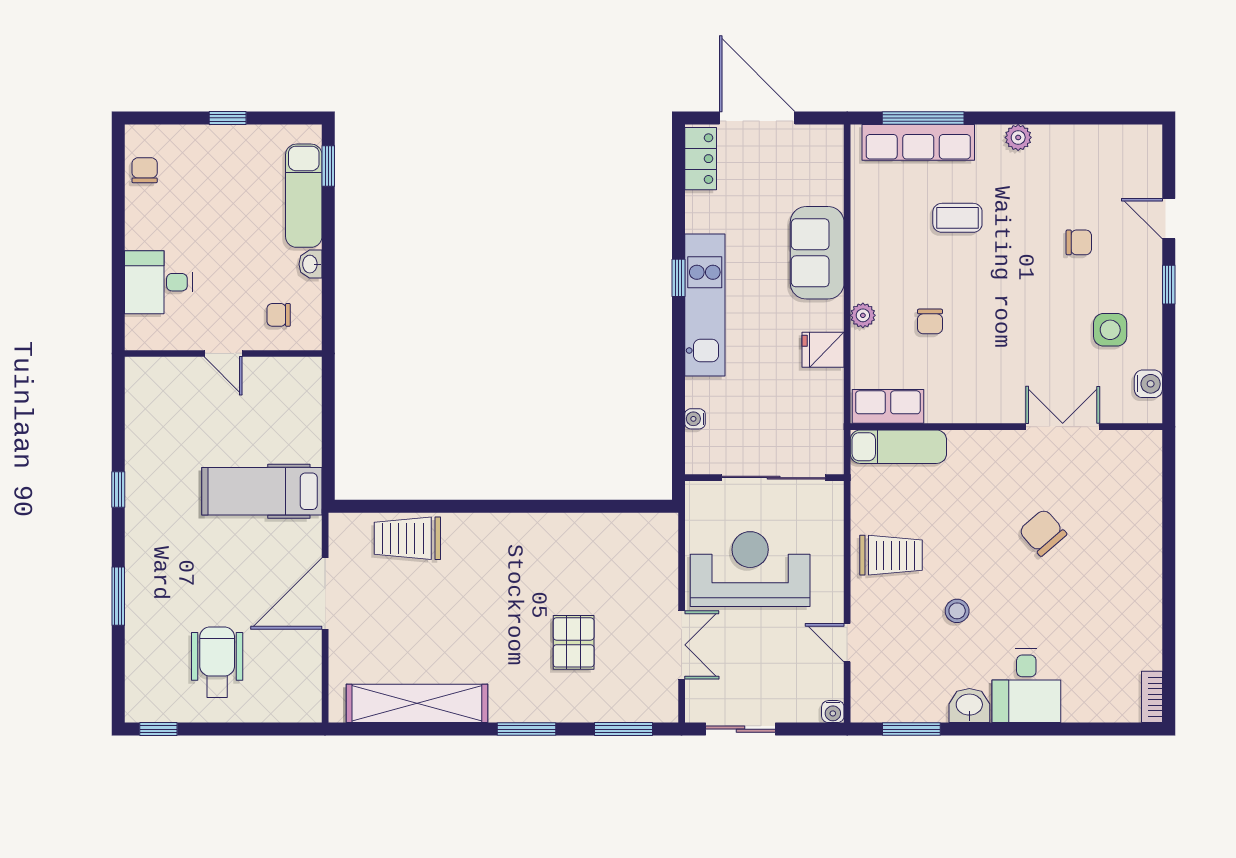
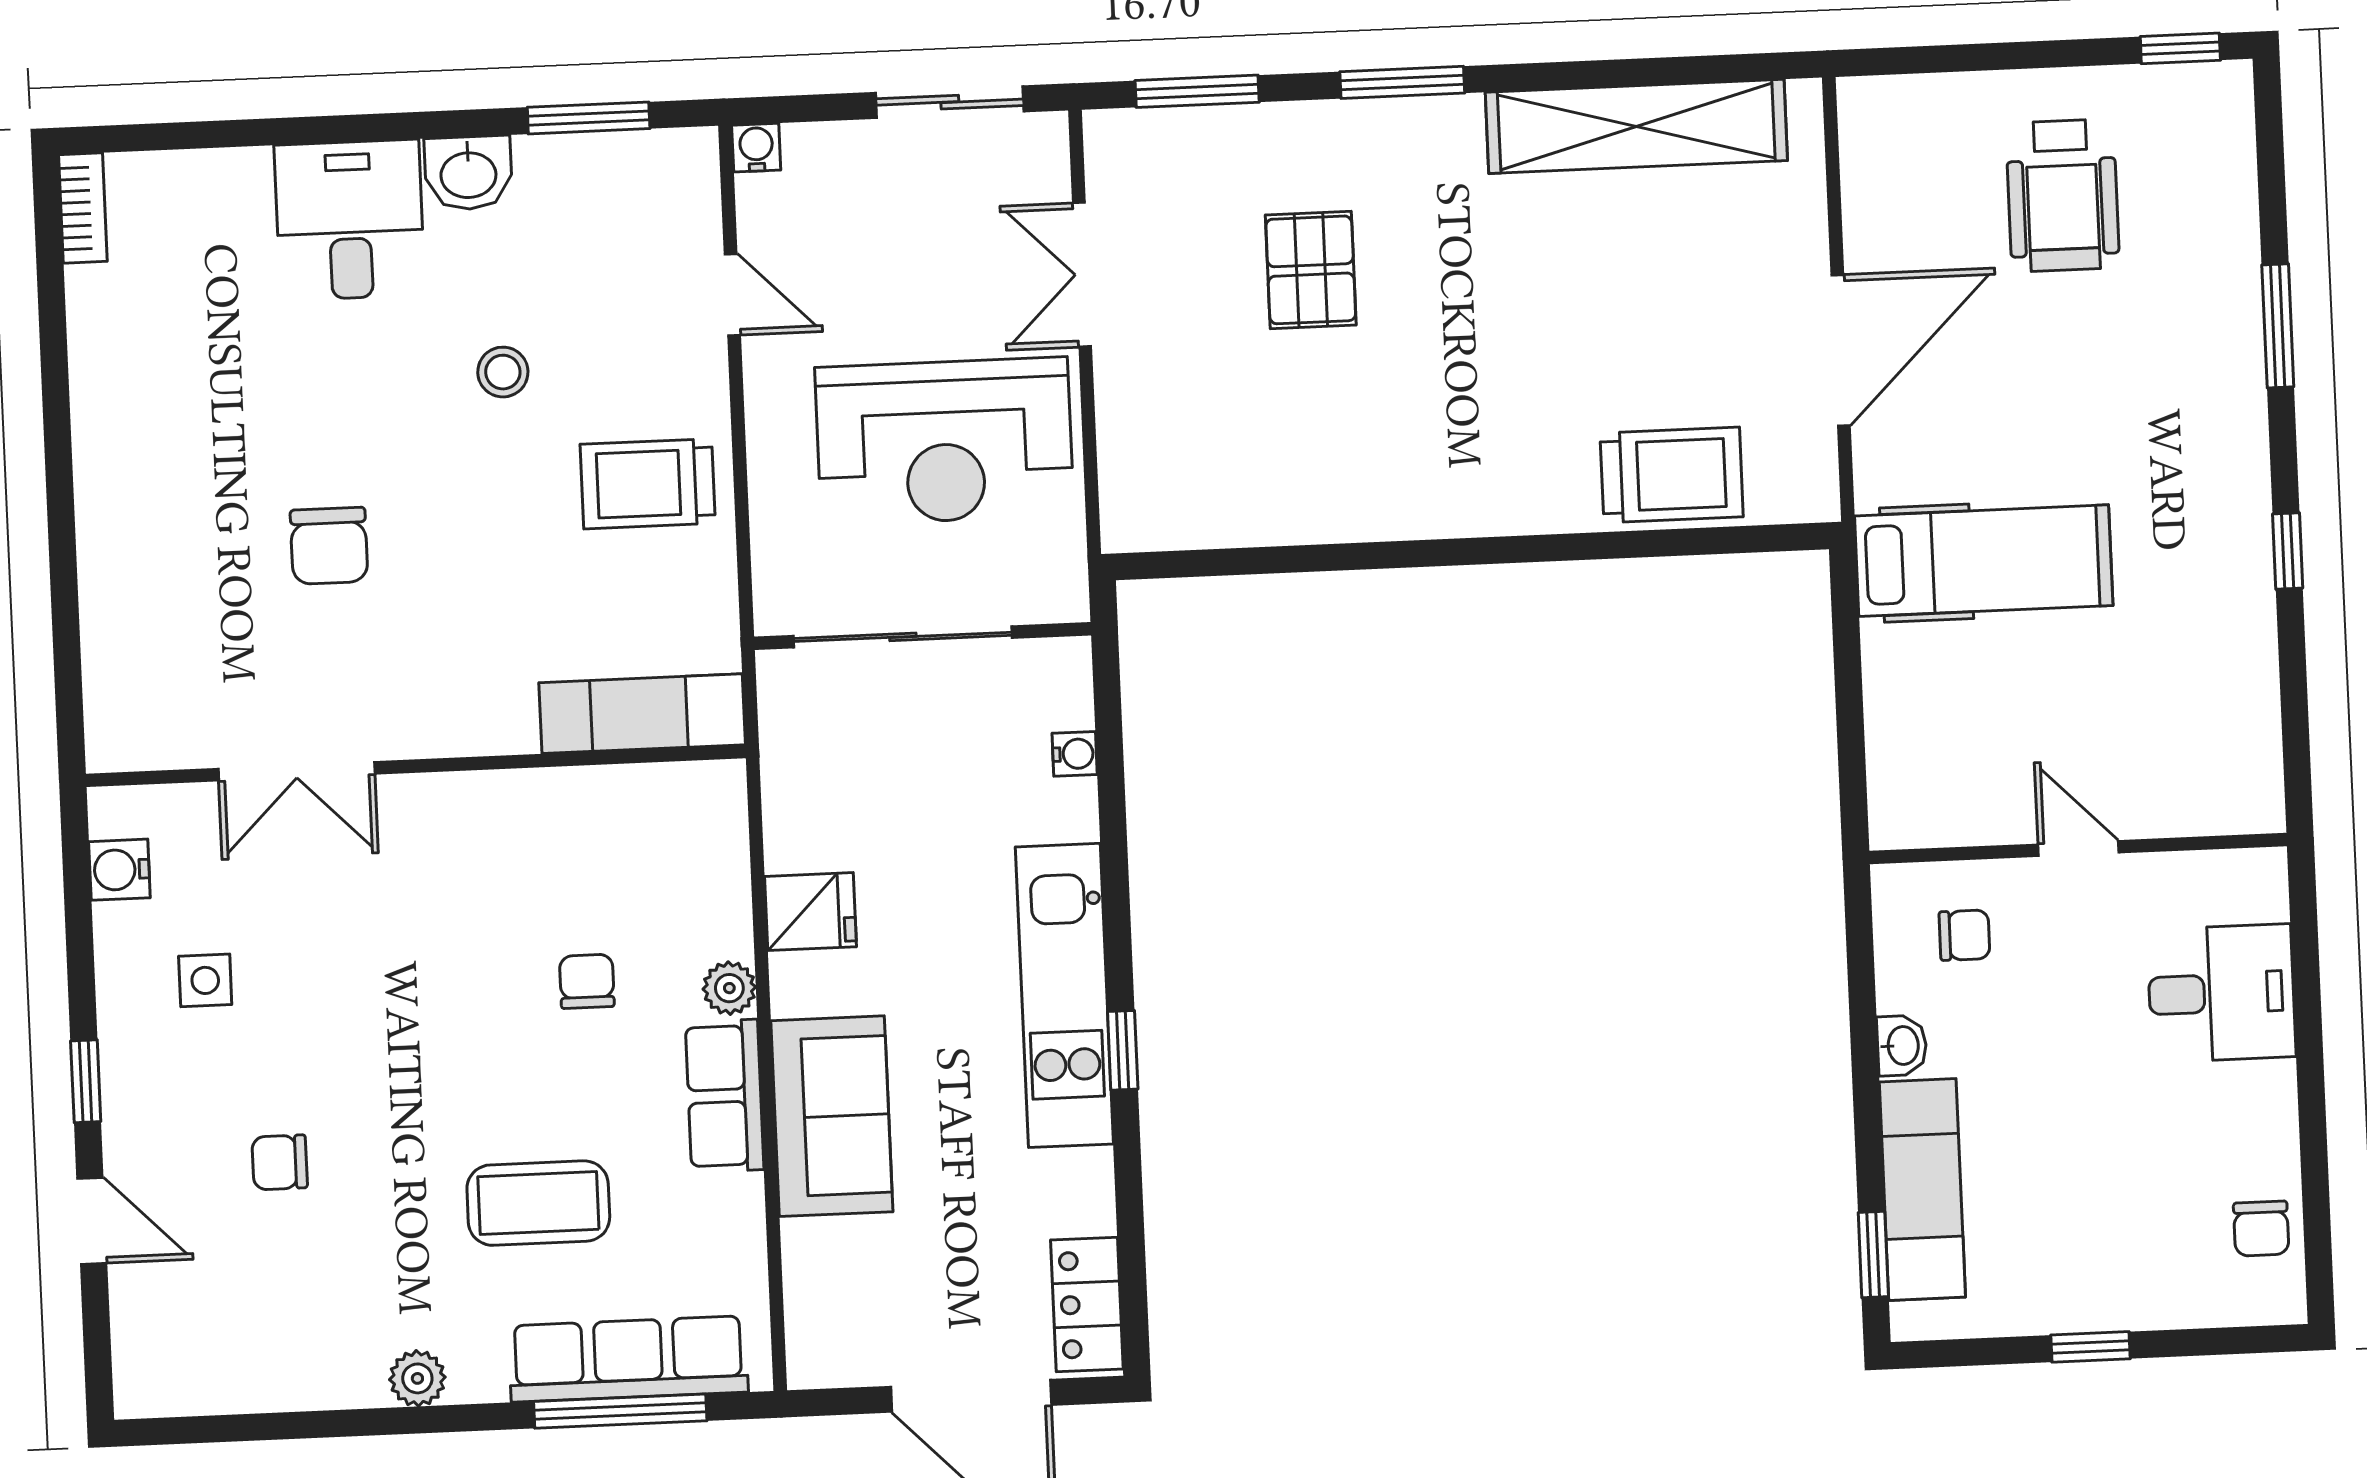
coffee table: (957, 218) -> (538, 1203), width x1.36, depth x1.30
side table: (1110, 330) -> (205, 980), width x0.73, depth x0.73
row of seats: (888, 406) -> (724, 1096), moved, turned 90
chair: (1043, 532) -> (329, 546), turned 41

